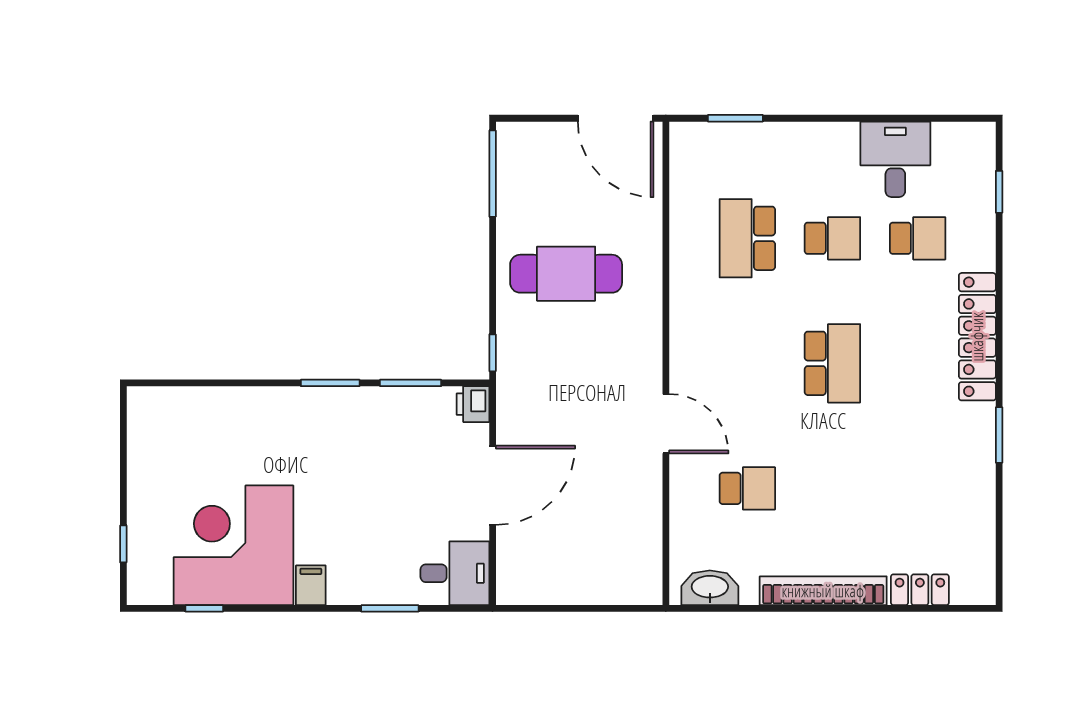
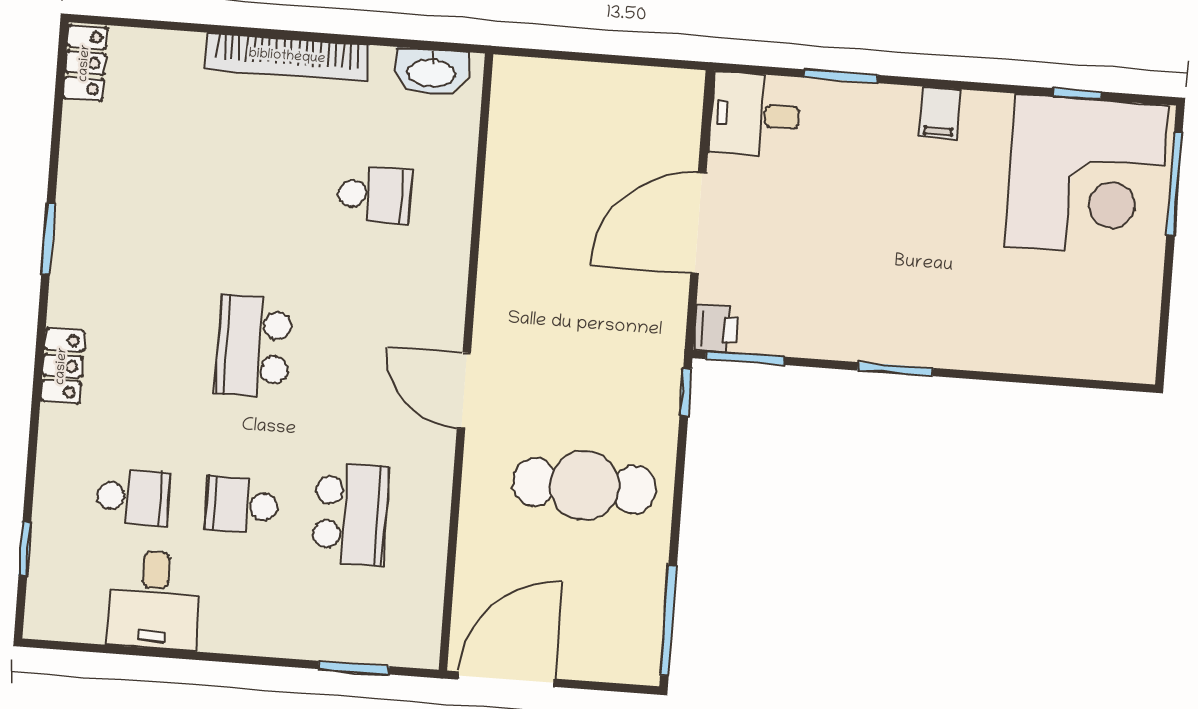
door: (616, 118) -> (506, 679), hinge flipped
school desk: (918, 238) -> (133, 497), turned 180
locker: (977, 337) -> (62, 366), width x0.46, depth x0.83
window: (411, 383) -> (745, 358), moved
door: (666, 424) -> (464, 391), moved
school desk: (747, 488) -> (374, 195), turned 180
window: (123, 544) -> (1174, 184), width x2.17
corner desk: (233, 545) -> (1086, 176), moved
locker: (920, 590) -> (85, 63), moved, turned -90

